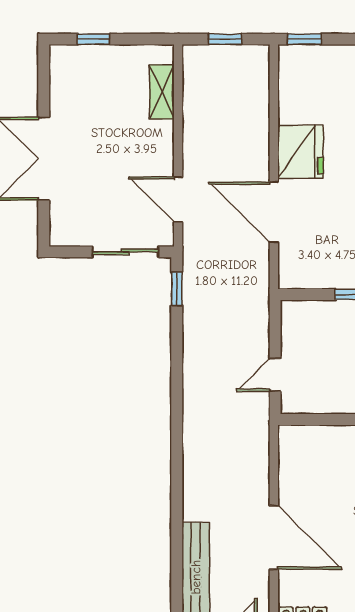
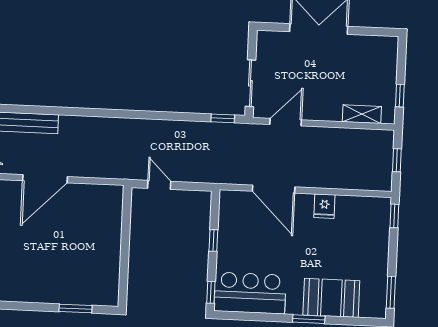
window: (94, 39) -> (400, 96), moved
fridge: (300, 152) -> (324, 206), width x0.53, depth x0.75
door: (274, 212) -> (274, 189), swing flipped

